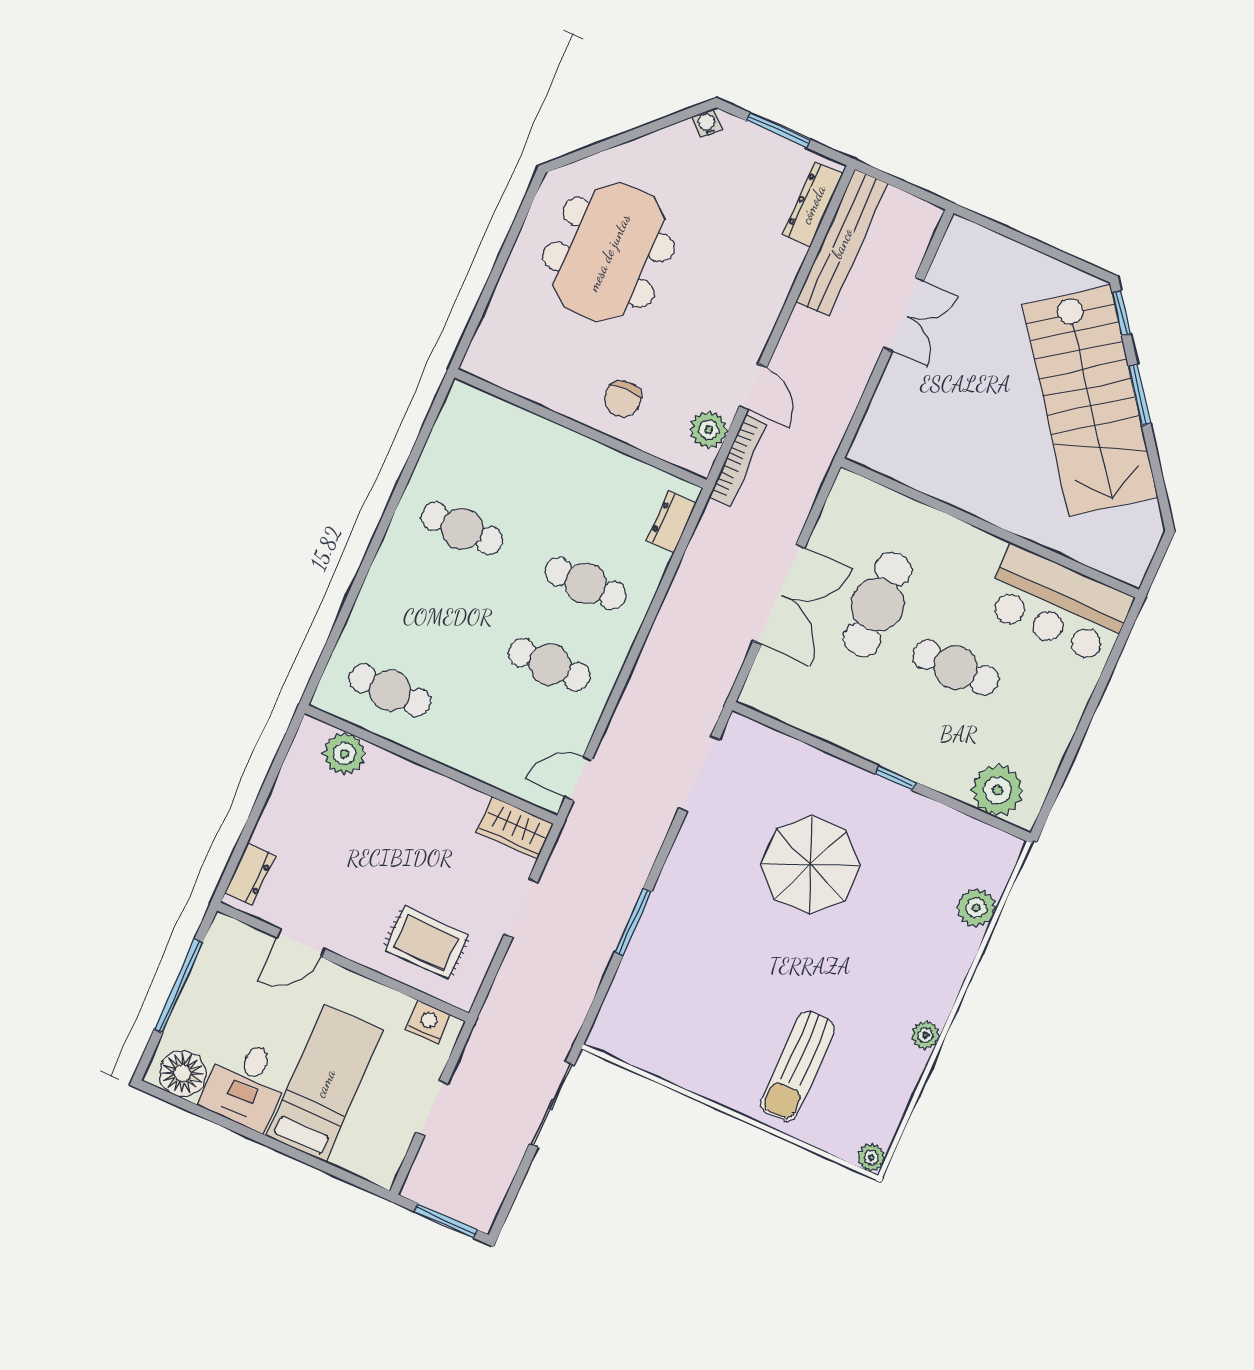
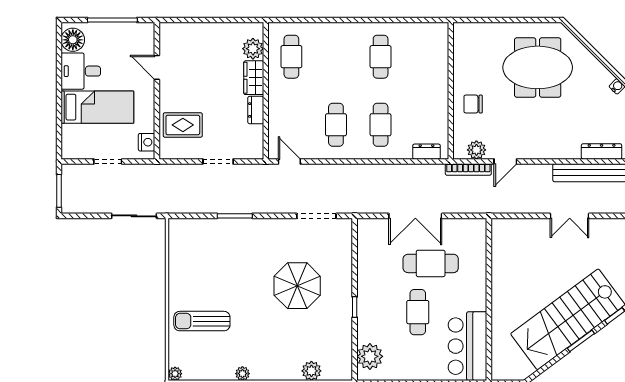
wardrobe: (515, 828) -> (254, 78), moved
dresser: (250, 874) -> (256, 110), moved, turned 90
rug: (426, 943) -> (183, 125), turned 90

